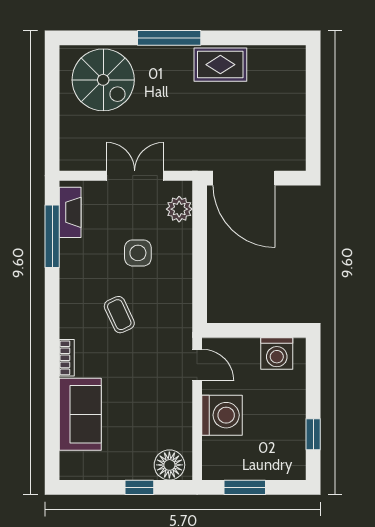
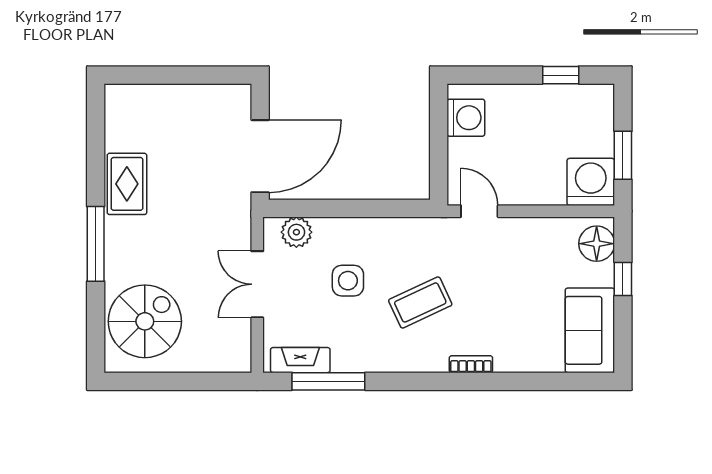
coffee table: (119, 315) -> (420, 302), width x1.36, depth x1.30
door: (197, 365) -> (479, 211), hinge flipped
sofa: (80, 414) -> (590, 330), moved, turned -90
washing machine: (222, 415) -> (591, 182), moved

